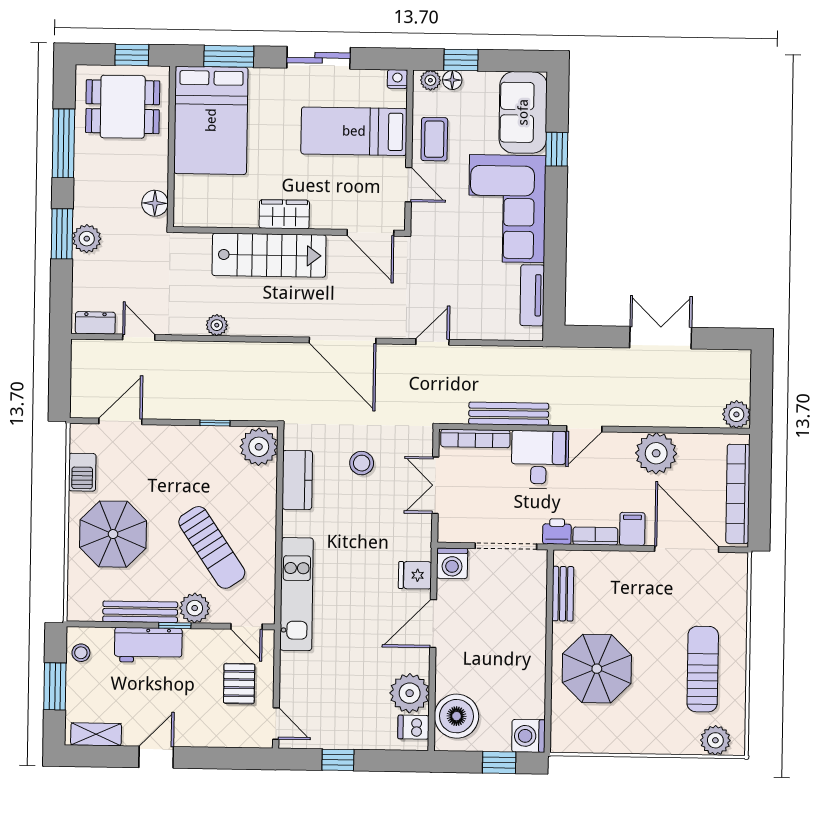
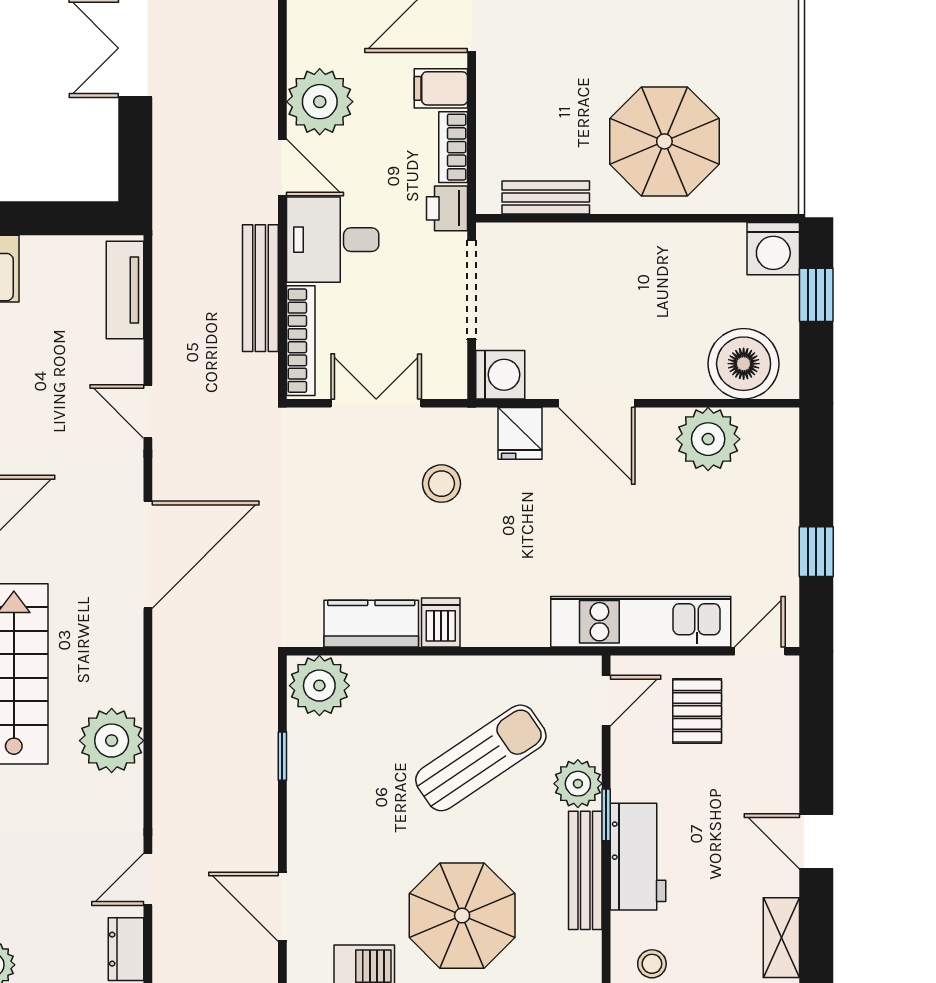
tv unit: (532, 295) -> (125, 290), moved, turned 90
plant: (217, 325) -> (112, 741), width x1.88, depth x1.88
plant: (656, 453) -> (320, 102), moved
stool: (362, 463) -> (442, 484), moved
double door: (435, 485) -> (376, 403), swing flipped
kitchen unit: (297, 594) -> (641, 622), moved
pallet: (239, 684) -> (697, 711), turned 90
dishwasher: (413, 727) -> (441, 622), moved, turned 180

